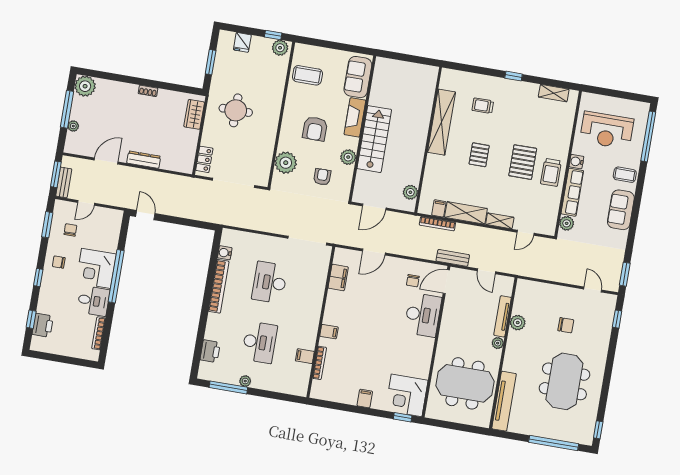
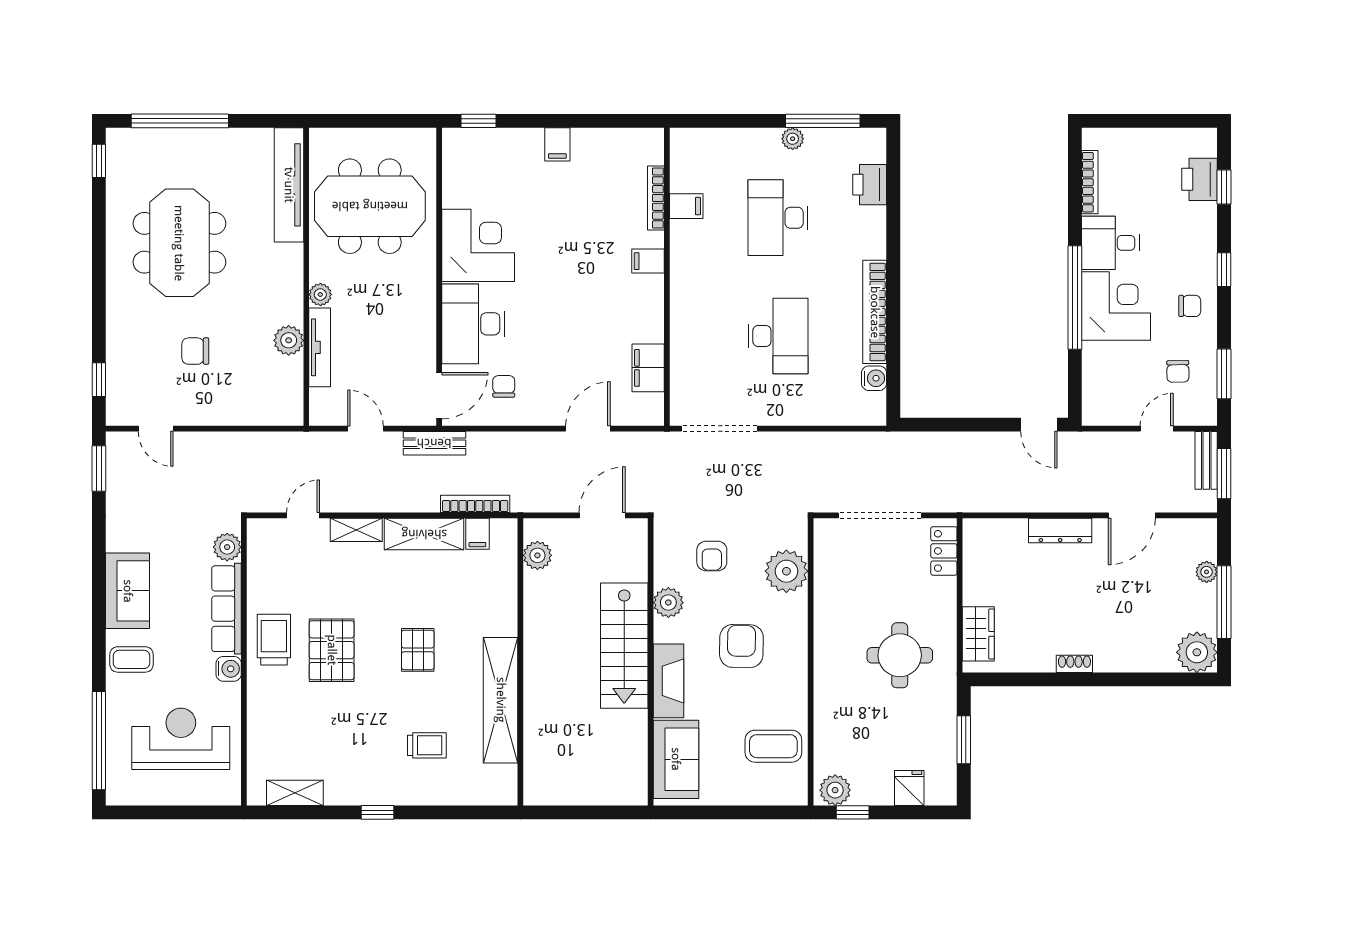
corner desk: (407, 395) -> (478, 245), moved

